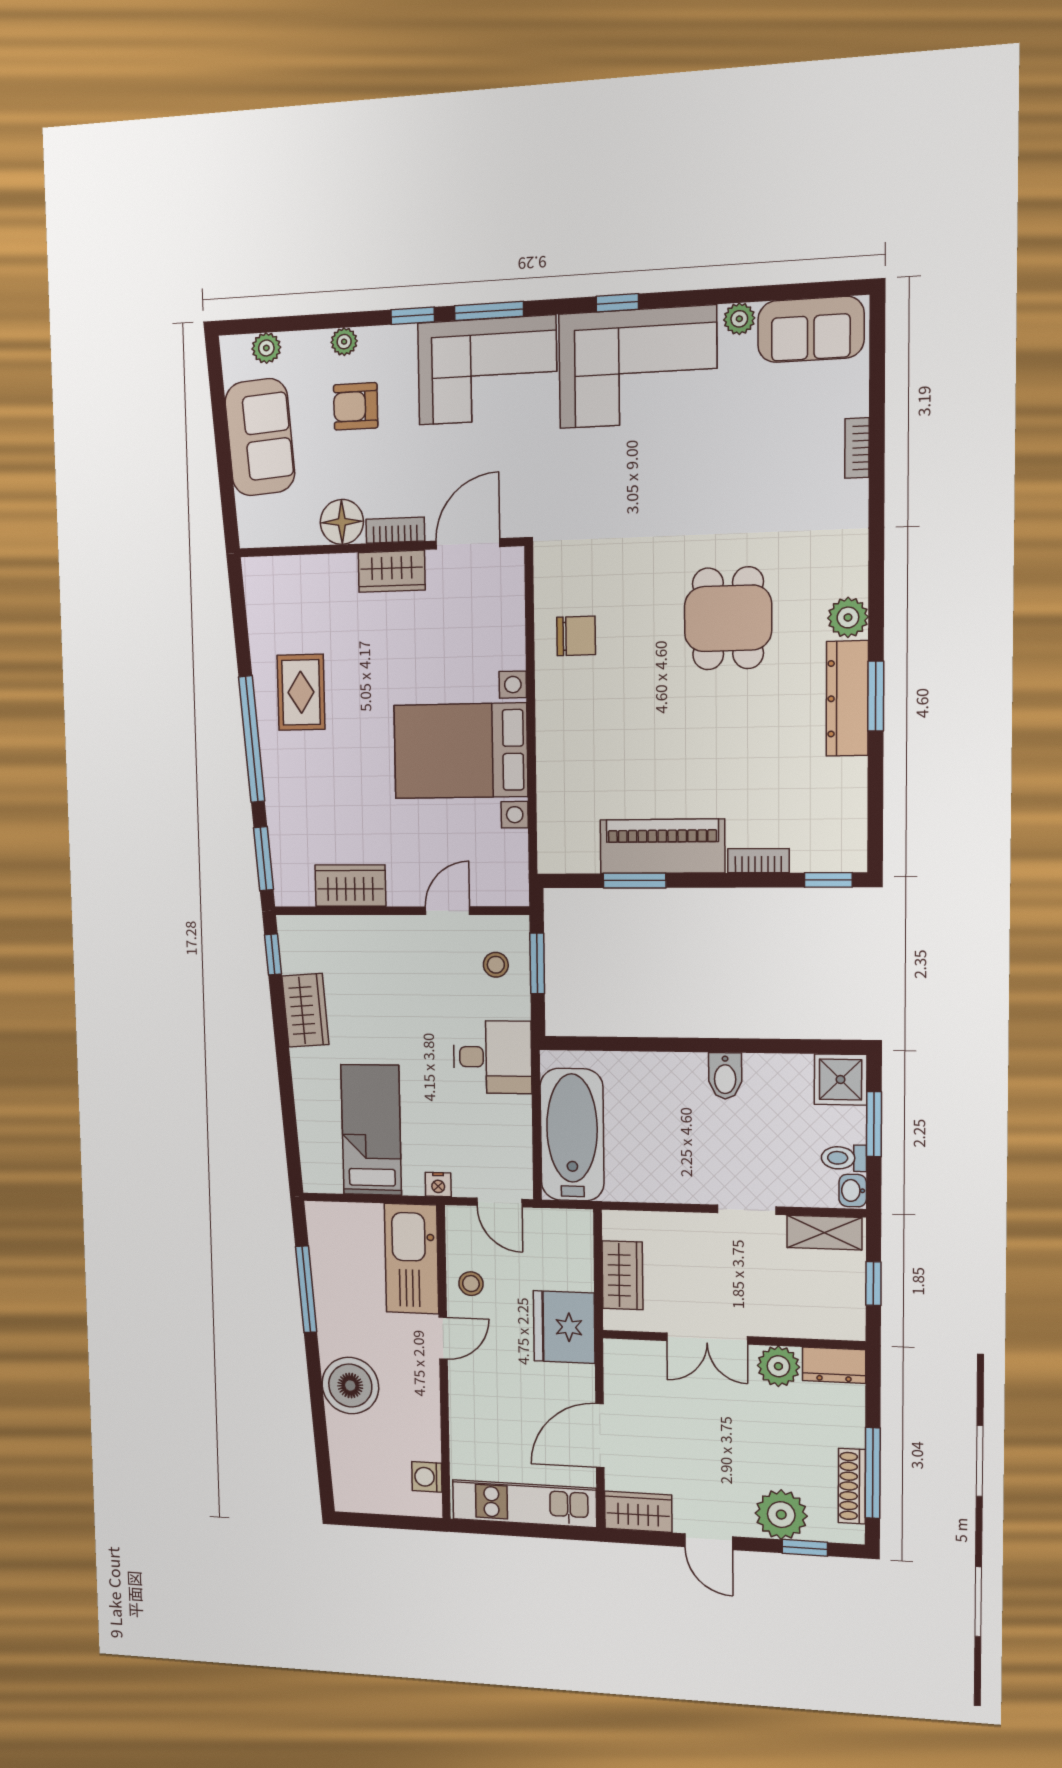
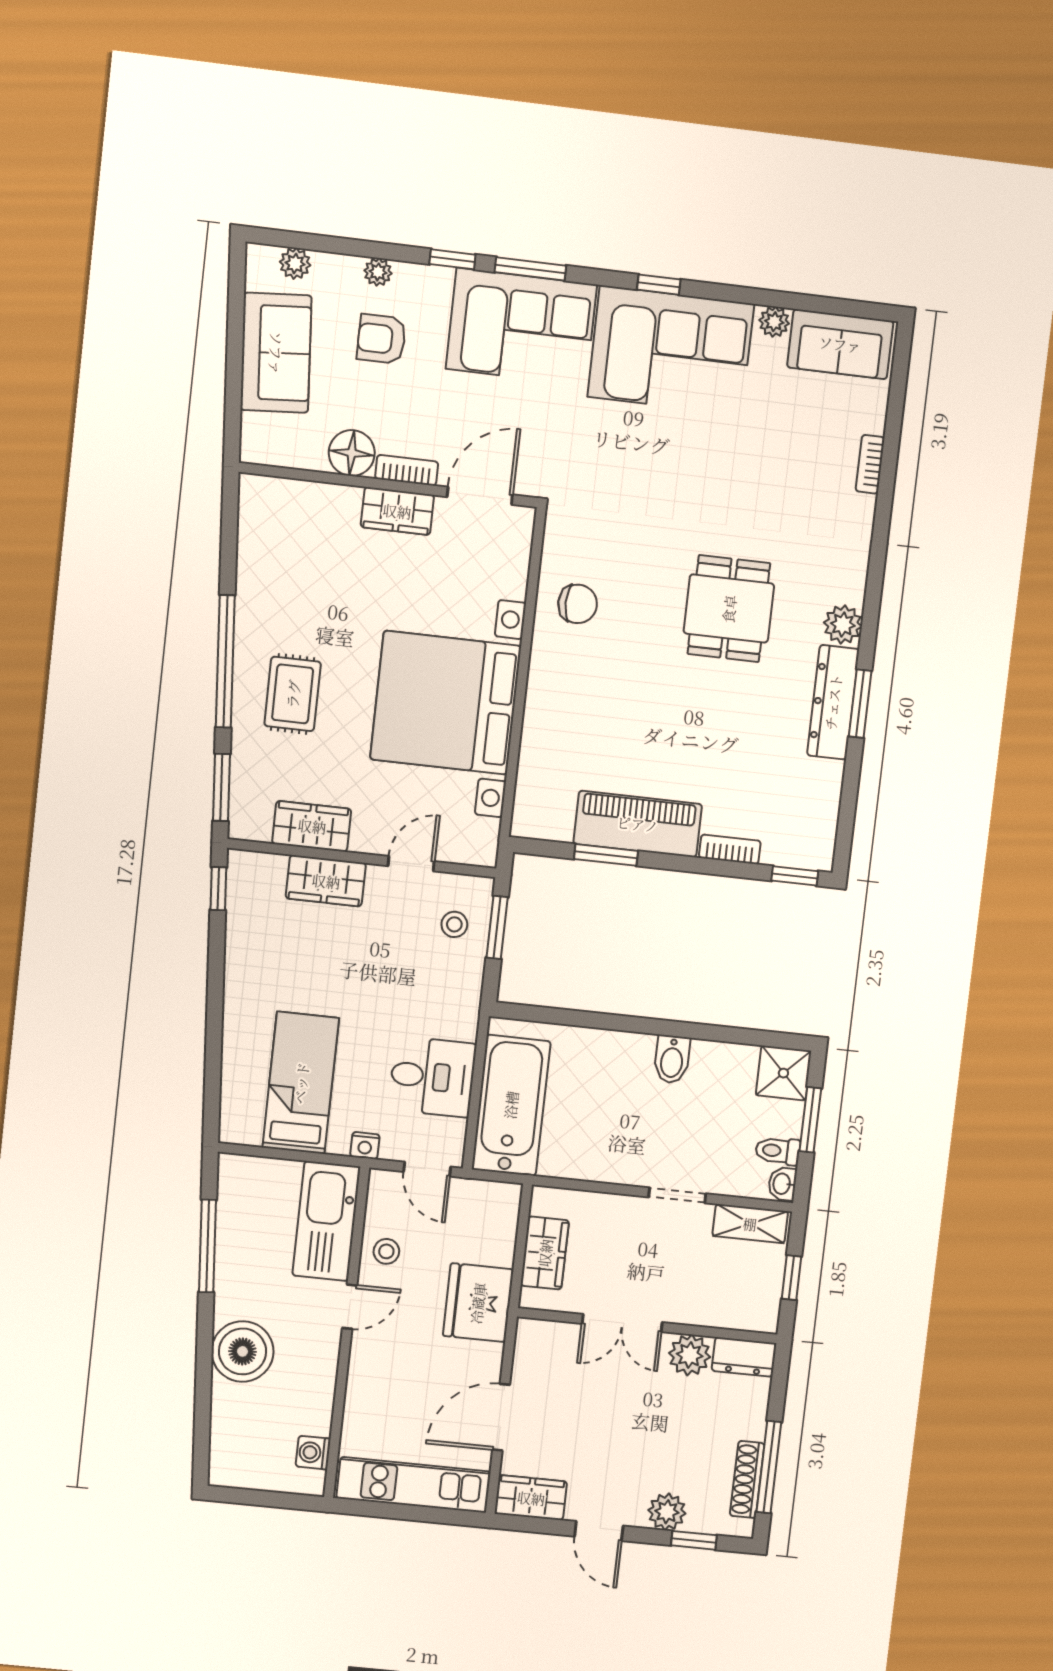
rug: (301, 692) -> (293, 694), moved
bed with nightstands: (461, 751) -> (446, 703), width x1.36
wardrobe: (305, 1010) -> (326, 881), moved, turned 94
desk: (492, 1057) -> (432, 1077), moved
plant: (781, 1515) -> (667, 1512), width x0.73, depth x0.73

